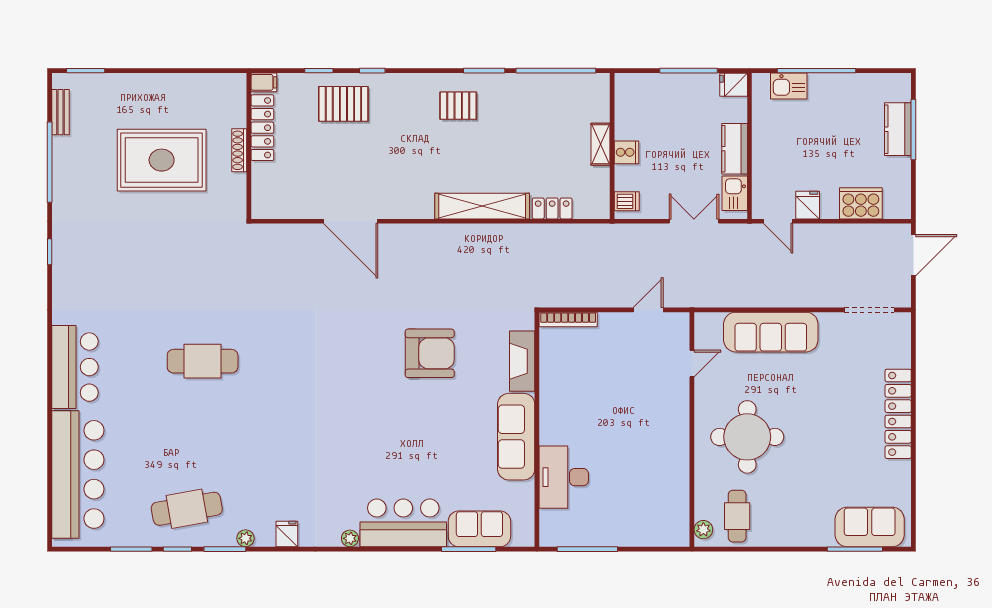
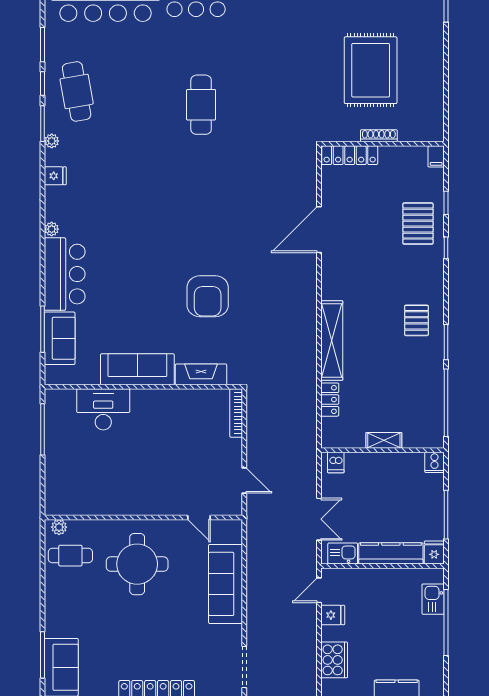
locker: (262, 128) -> (350, 155), moved
kitchen counter: (735, 149) -> (391, 553), width x1.50
cooker: (627, 152) -> (434, 462), moved

